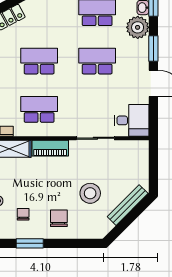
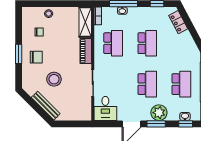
plant: (138, 27) -> (159, 113), moved
window: (30, 243) -> (19, 54), moved

